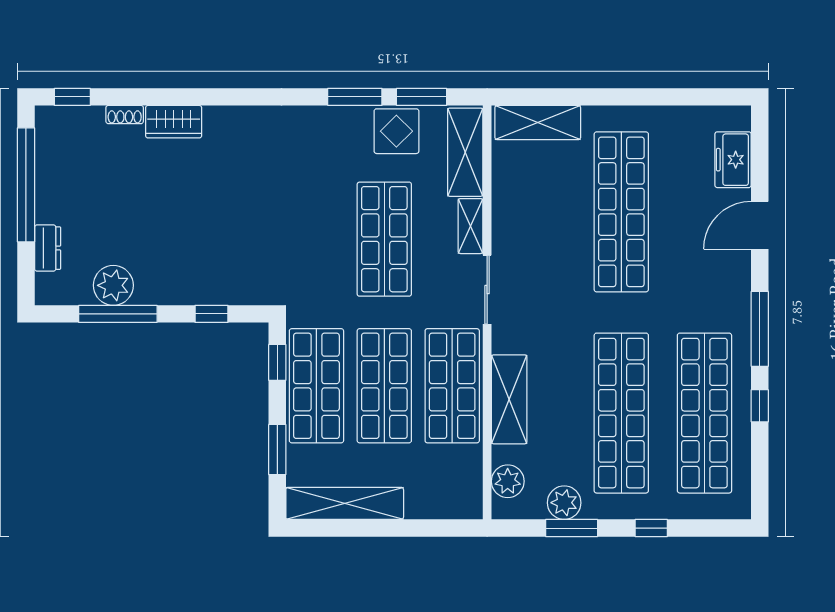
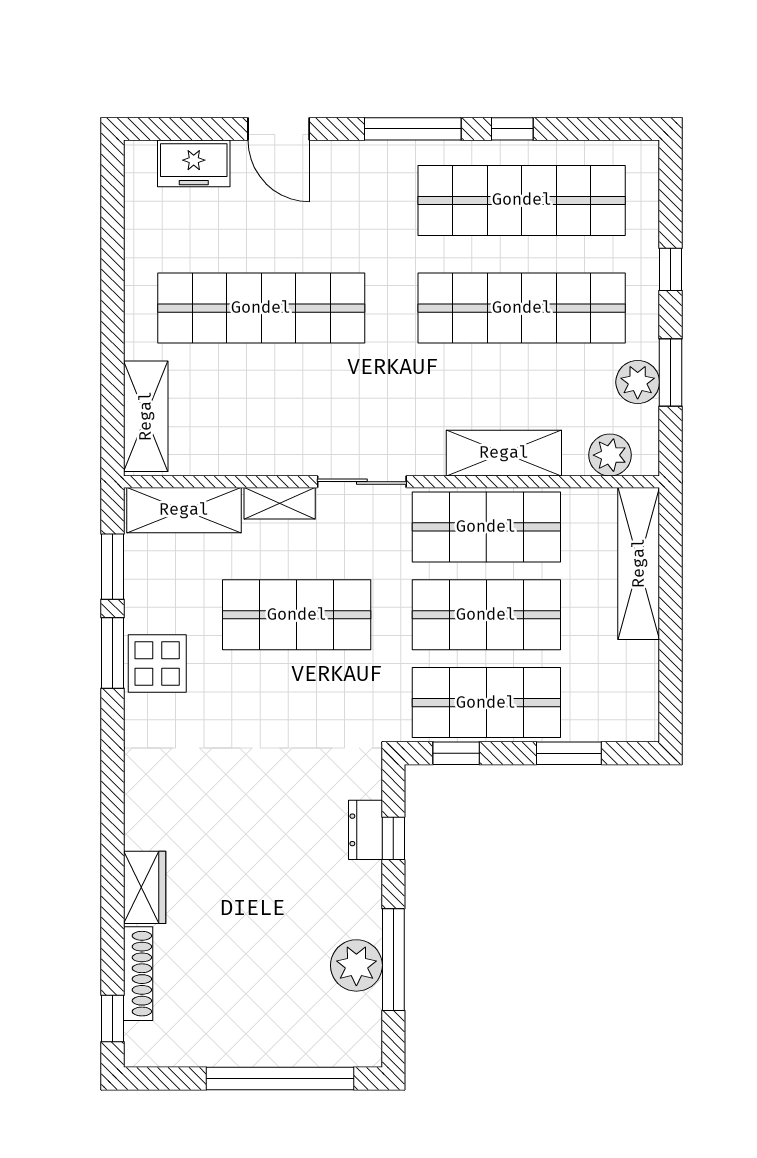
shoe rack: (125, 115) -> (138, 974), width x1.94, depth x1.24
display table: (396, 131) -> (157, 664), moved
window: (26, 185) -> (280, 1078), moved
dresser: (48, 248) -> (365, 830), moved, turned -90
shelving: (345, 503) -> (639, 563), moved

